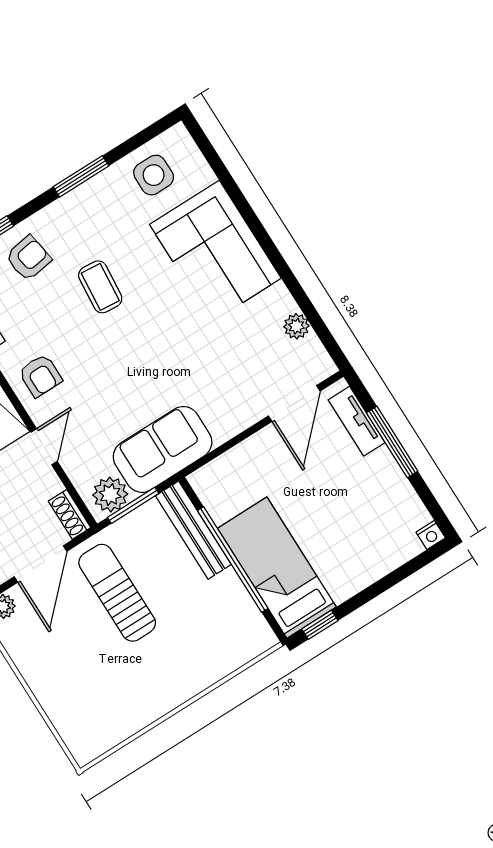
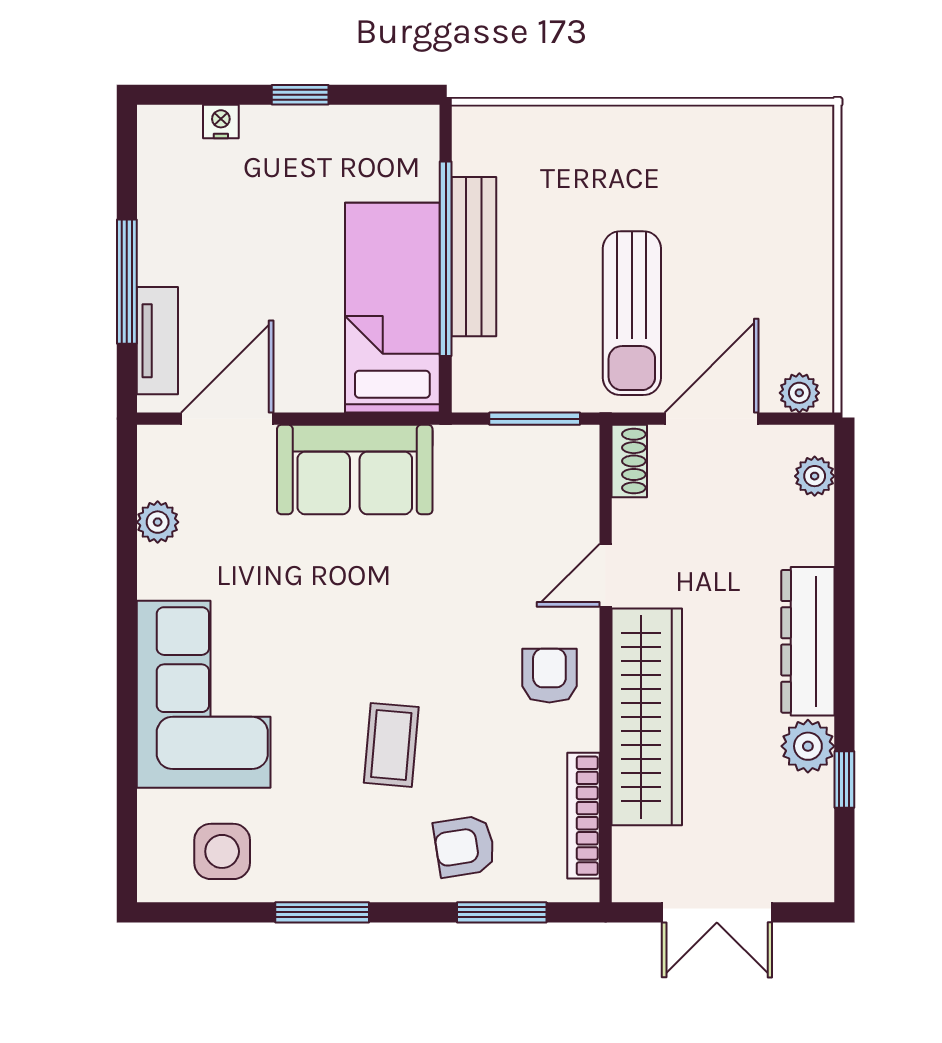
sofa: (163, 449) -> (355, 470), moved
plant: (110, 495) -> (557, 453), removed
bench: (193, 530) -> (474, 257), moved
nightstand: (431, 535) -> (221, 122), moved
bed: (277, 568) -> (392, 308), moved, turned 180
window: (320, 625) -> (300, 95), moved

